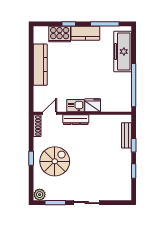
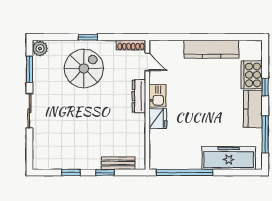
spiral stairs: (55, 161) -> (84, 68), turned -90

